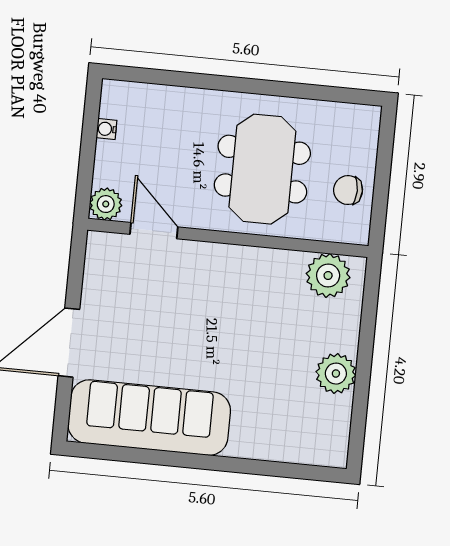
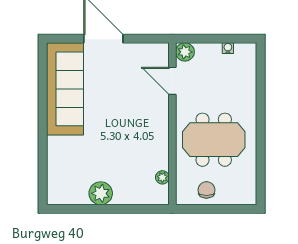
door: (154, 231) -> (172, 81), swing flipped
plant: (328, 275) -> (162, 177), width x0.53, depth x0.53

